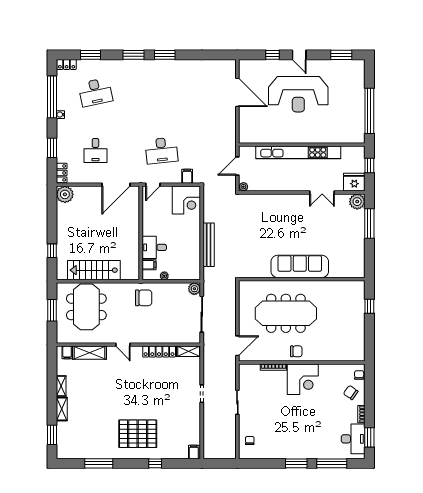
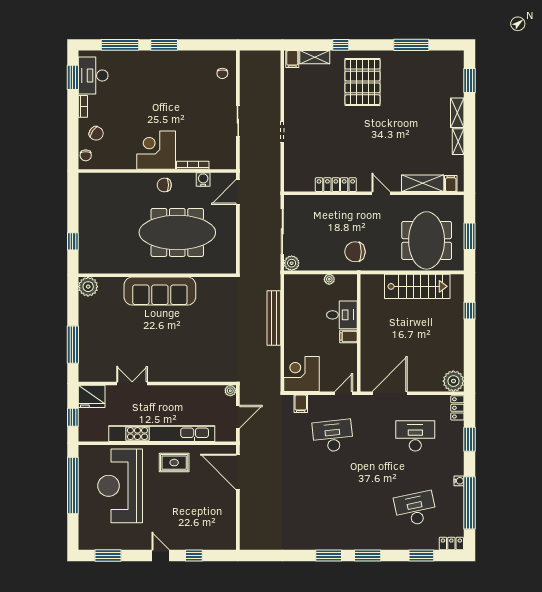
door: (237, 92) -> (238, 472), moved
reception desk: (298, 94) -> (120, 486), moved, turned -90
rug: (288, 129) -> (174, 463), added
desk: (95, 150) -> (415, 436), width x1.37
plant: (357, 202) -> (88, 287), moved
filing cabinet: (149, 265) -> (348, 336), moved
shelving: (189, 351) -> (315, 57), moved
water cooler: (265, 356) -> (203, 179), added
pallet: (138, 434) -> (362, 82), turned 90

